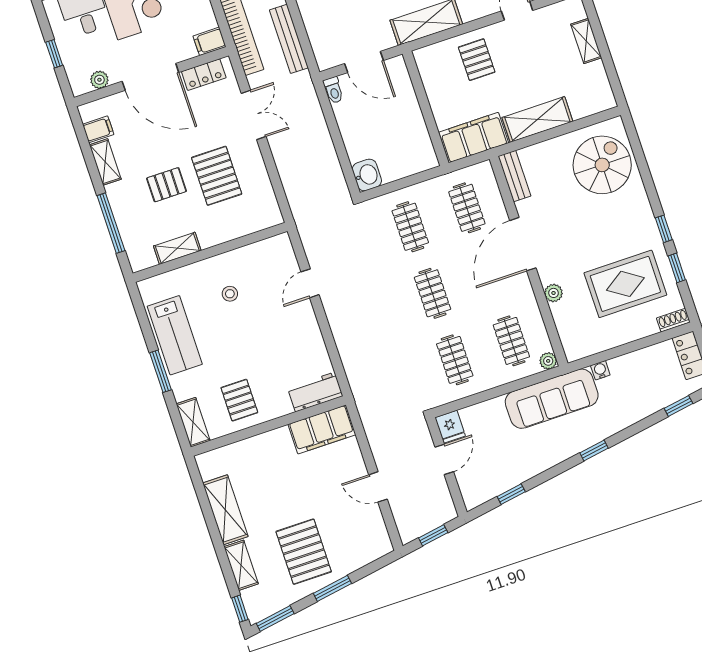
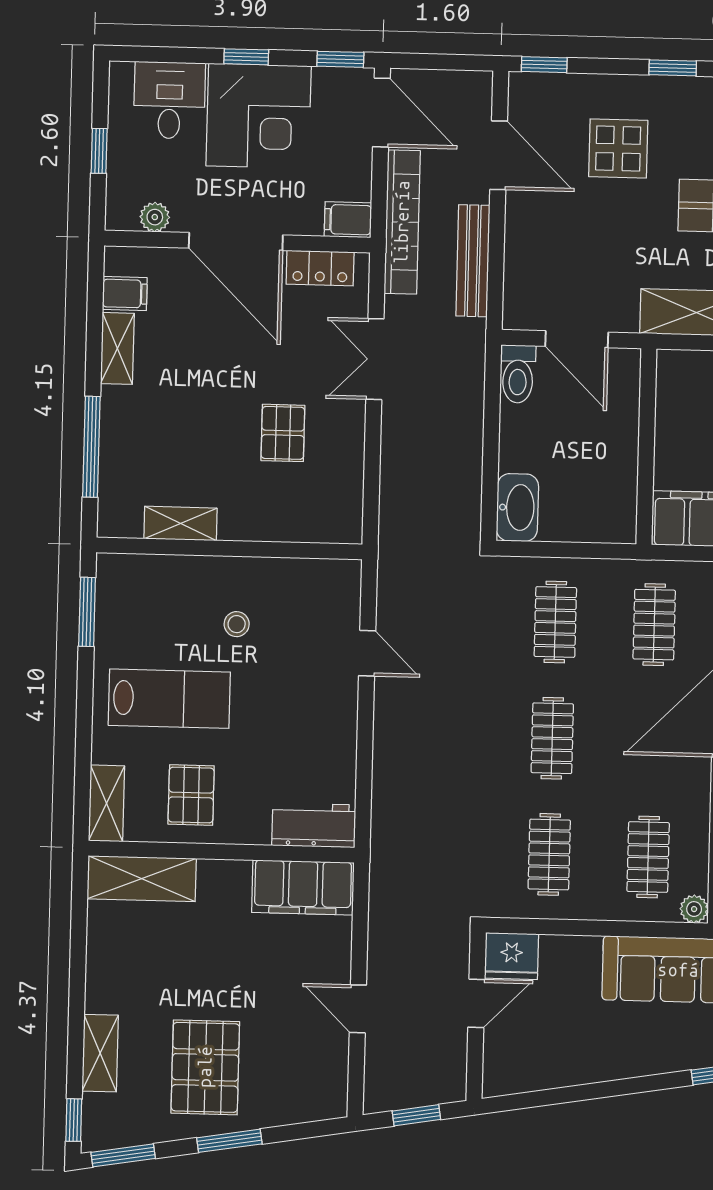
toilet: (333, 90) -> (518, 374), width x1.37, depth x1.39
double door: (254, 115) -> (375, 359), swing flipped
washbasin: (367, 175) -> (517, 507), width x1.38
pallet: (217, 176) -> (283, 433), width x0.67, depth x0.71
pallet: (167, 185) -> (200, 418), removed
door: (310, 283) -> (367, 653), swing flipped
lab bench: (175, 335) -> (169, 699), moved, turned -90
window: (160, 371) -> (87, 612), moved
fridge: (450, 427) -> (512, 956), width x1.38
window: (511, 494) -> (561, 1095), removed
shelving: (225, 510) -> (142, 879), moved, turned 90

